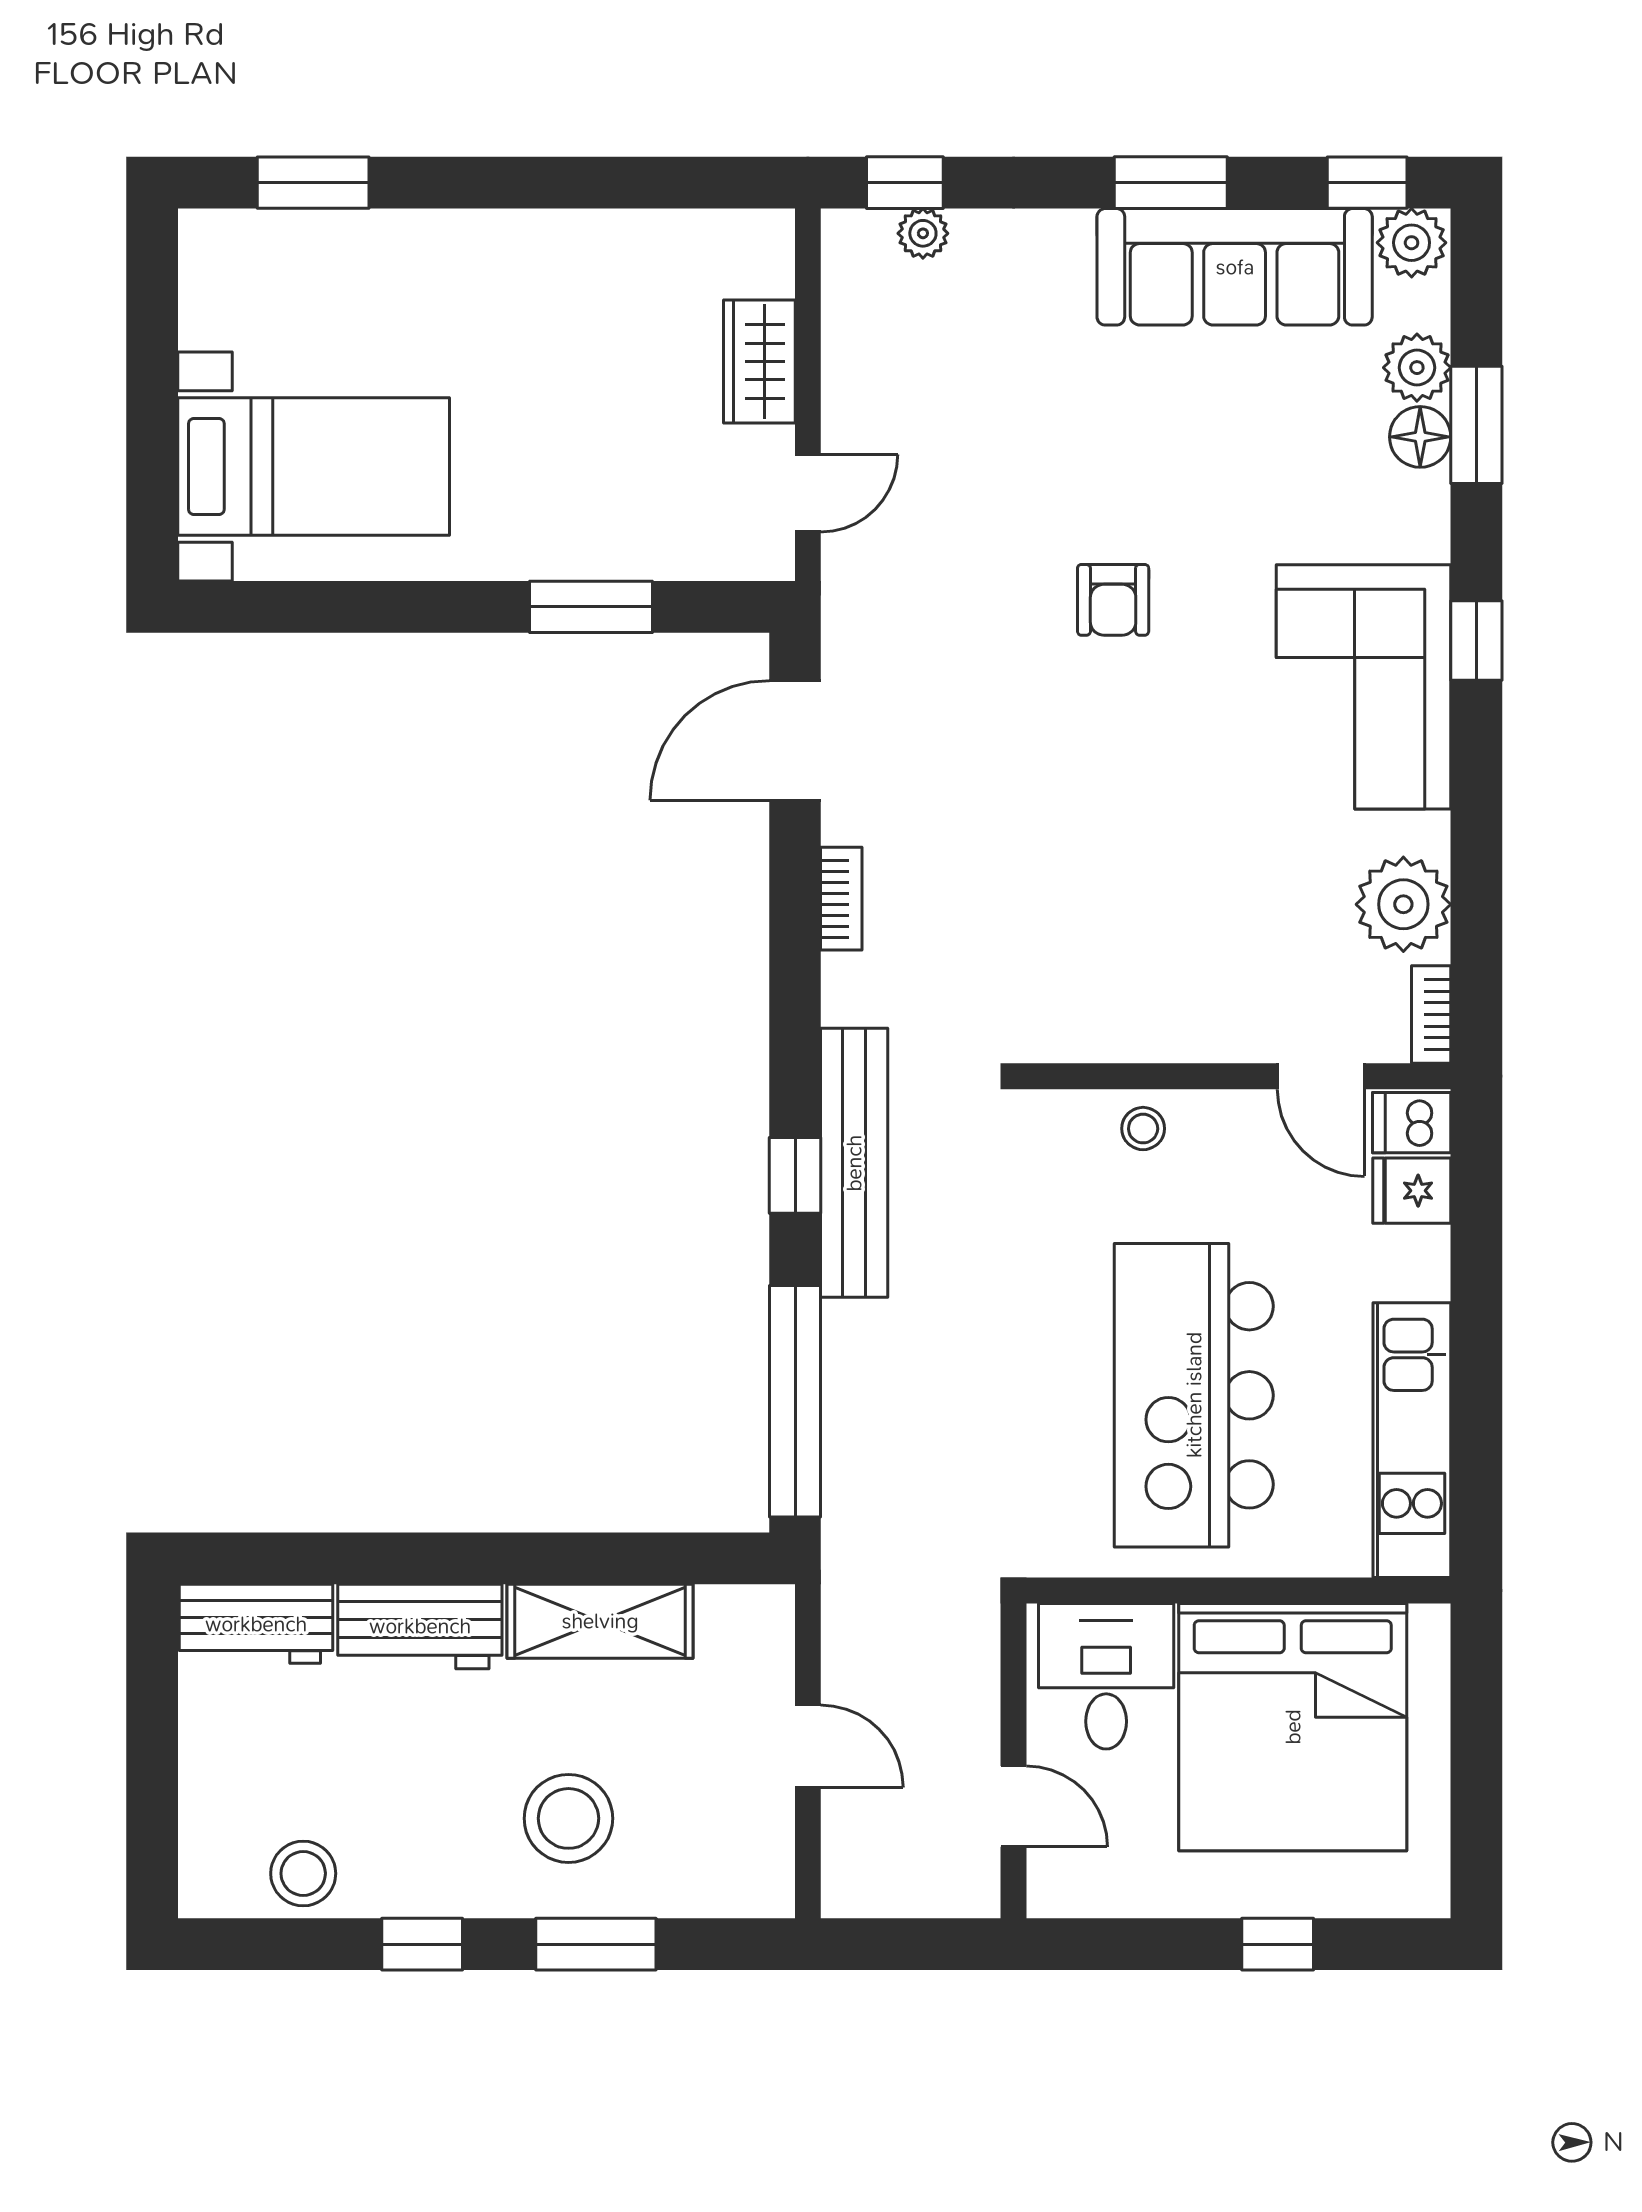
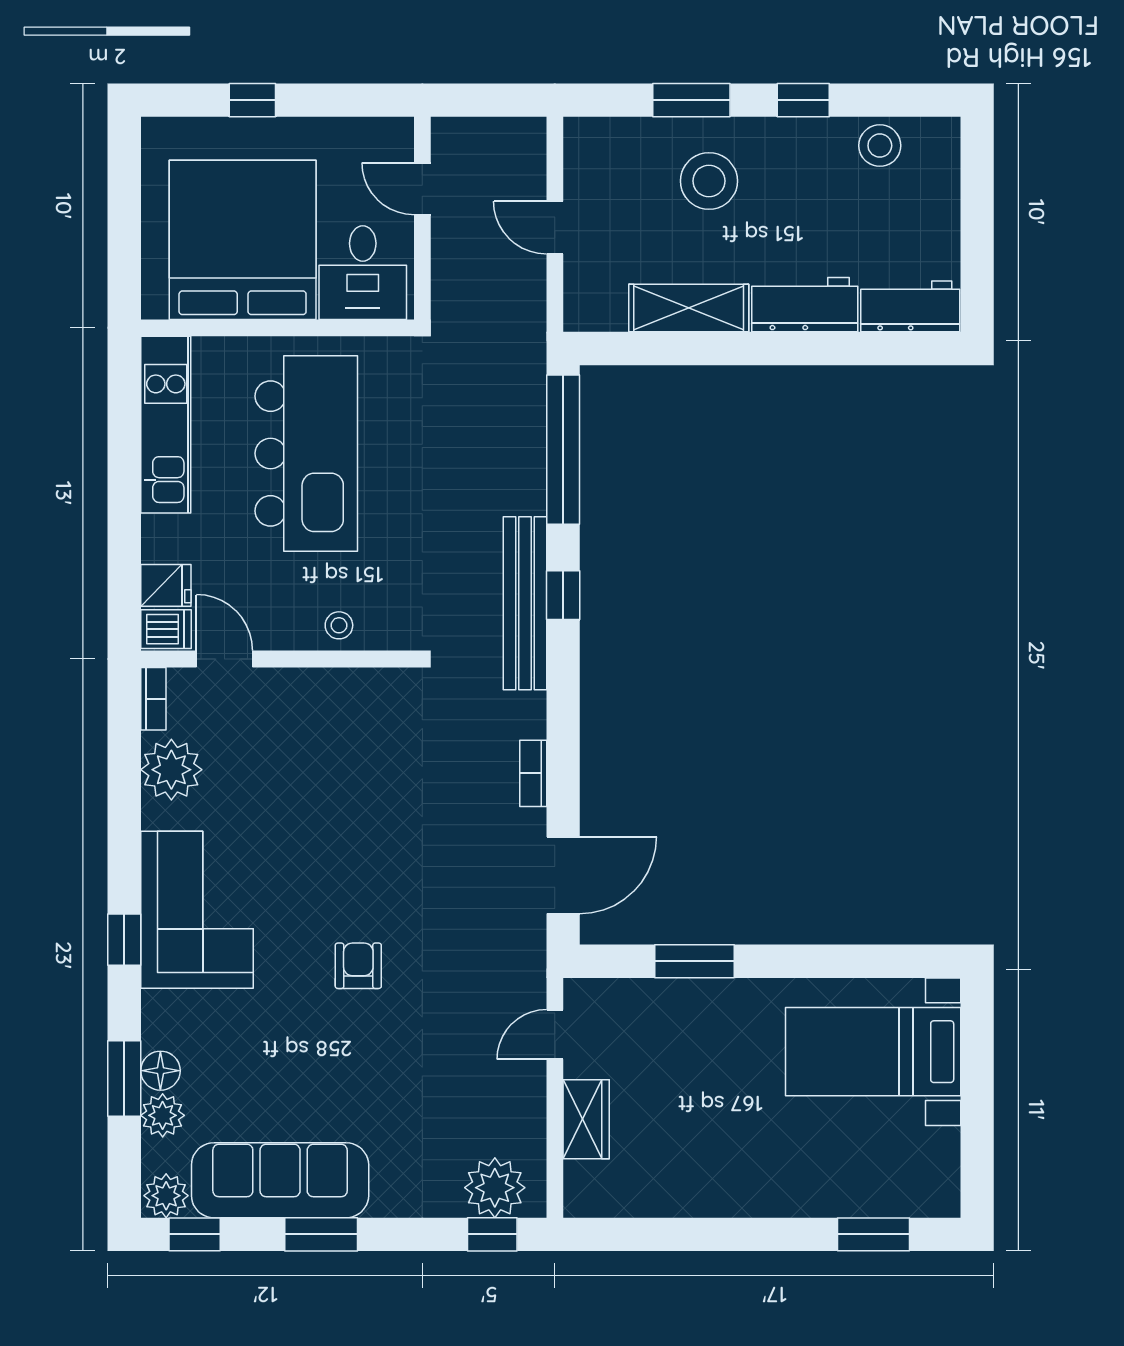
plant: (923, 233) -> (495, 1188), width x1.87, depth x1.87

